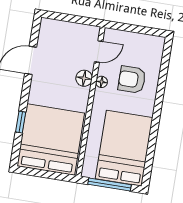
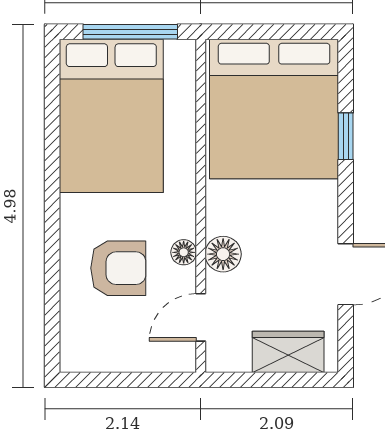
wardrobe: (62, 30) -> (288, 352), added

